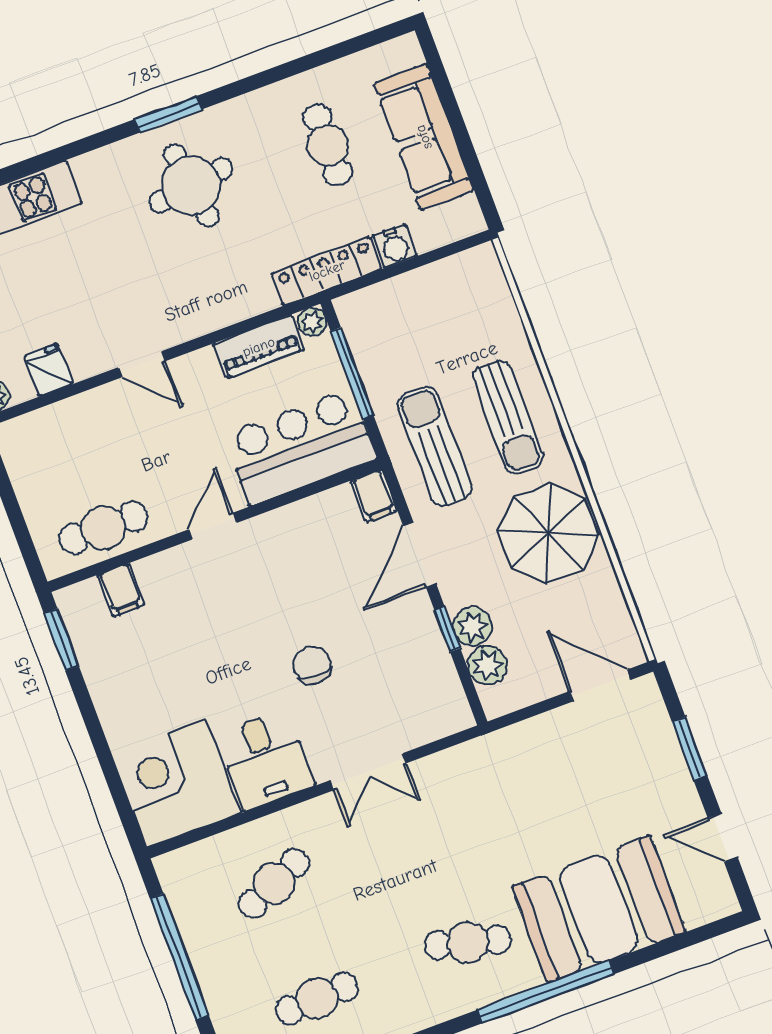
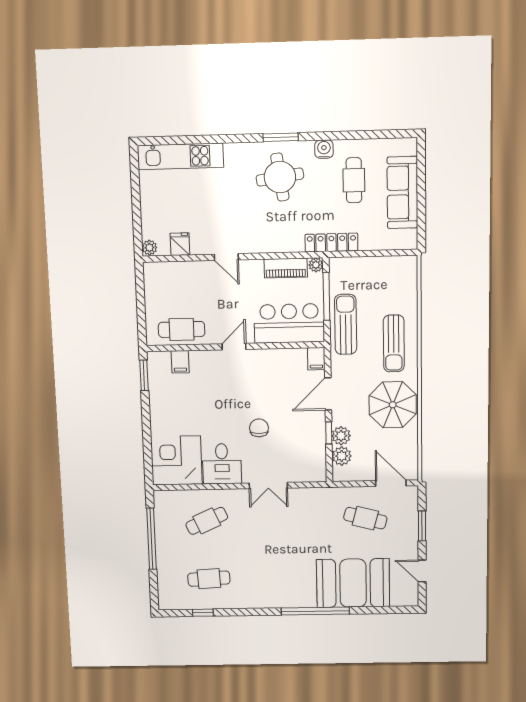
water cooler: (395, 246) -> (324, 149), moved, turned 180
sun lounger: (435, 446) -> (346, 324), moved
cafe table: (468, 942) -> (365, 518), moved

